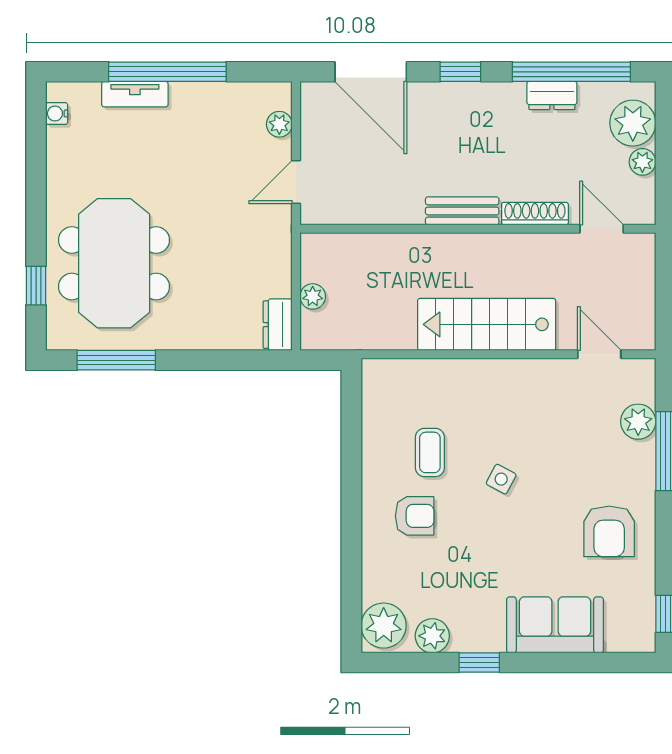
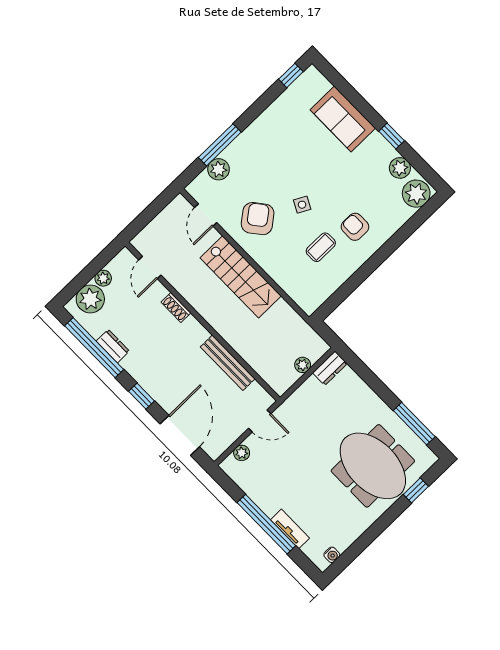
bench: (462, 211) -> (228, 363), moved, width x1.36
shoe rack: (535, 214) -> (176, 308), width x0.70
meeting table: (114, 263) -> (373, 466), turned 90
armchair: (609, 531) -> (258, 219), moved, turned -38

